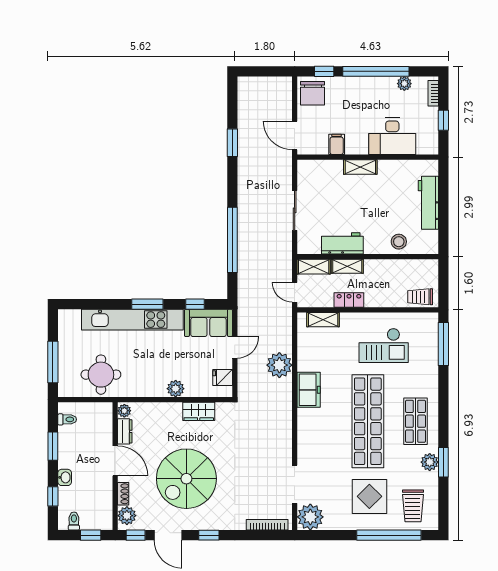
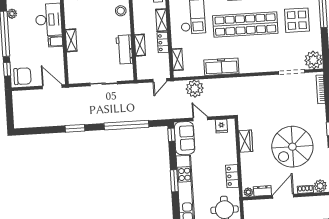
door: (295, 135) -> (52, 87), swing flipped
window: (232, 143) -> (75, 128), moved
filing cabinet: (337, 144) -> (56, 41), moved
shelving: (314, 267) -> (162, 20), moved
window: (195, 304) -> (171, 135), moved
plant: (279, 365) -> (195, 89), moved
locker: (149, 389) -> (232, 176), added
plant: (176, 389) -> (231, 158), removed
freezer: (309, 390) -> (221, 67), width x1.40
spiral stairs: (186, 479) -> (292, 147), turned 90

